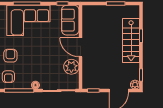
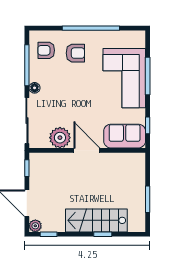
door: (81, 47) -> (87, 150), hinge flipped

